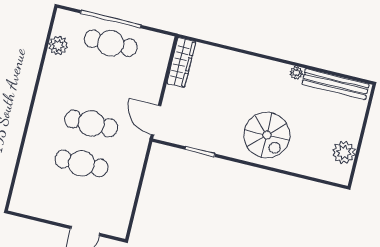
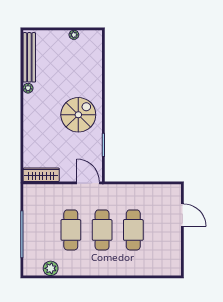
cafe table: (111, 43) -> (71, 230), moved
door: (156, 120) -> (88, 183), swing flipped
spiral stairs: (267, 135) -> (78, 115), moved
plant: (344, 152) -> (74, 35), width x0.53, depth x0.53

